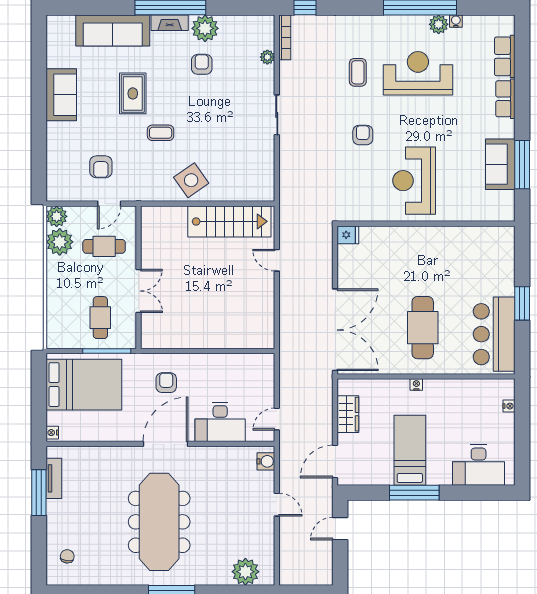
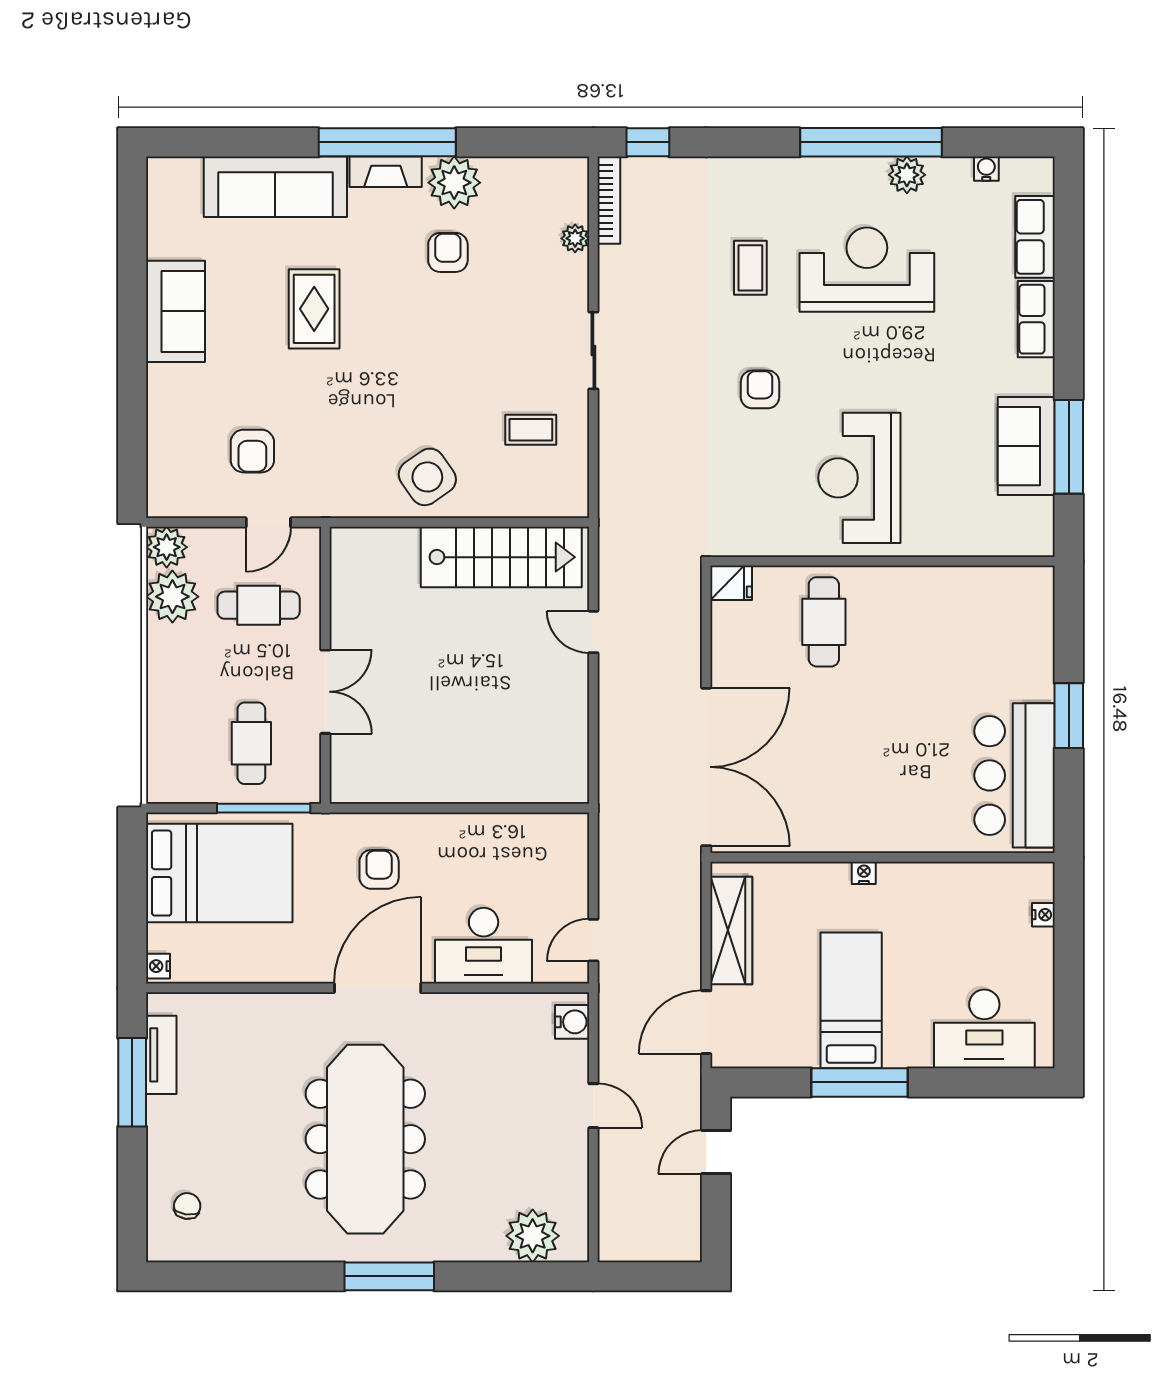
water cooler: (456, 21) -> (986, 169), moved
coffee table: (161, 133) -> (531, 430), moved
cafe table: (423, 328) -> (824, 622), moved, width x0.73, depth x0.74
wardrobe: (348, 414) -> (731, 930), width x1.50

